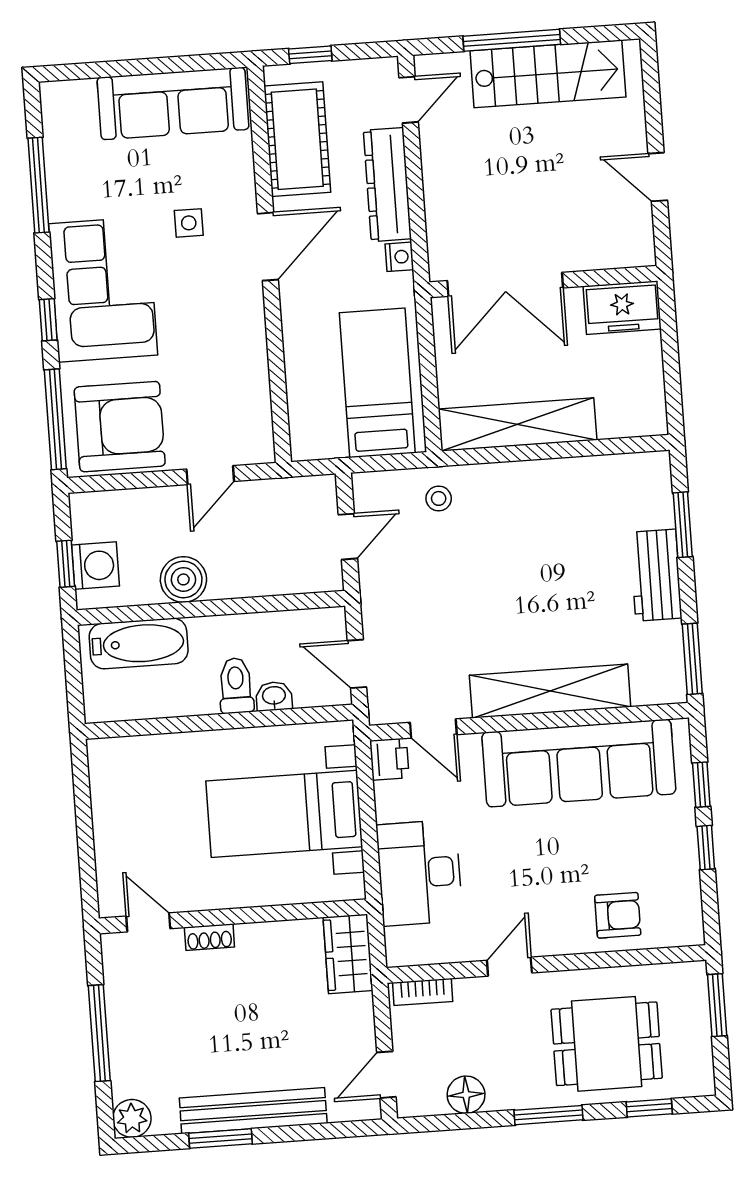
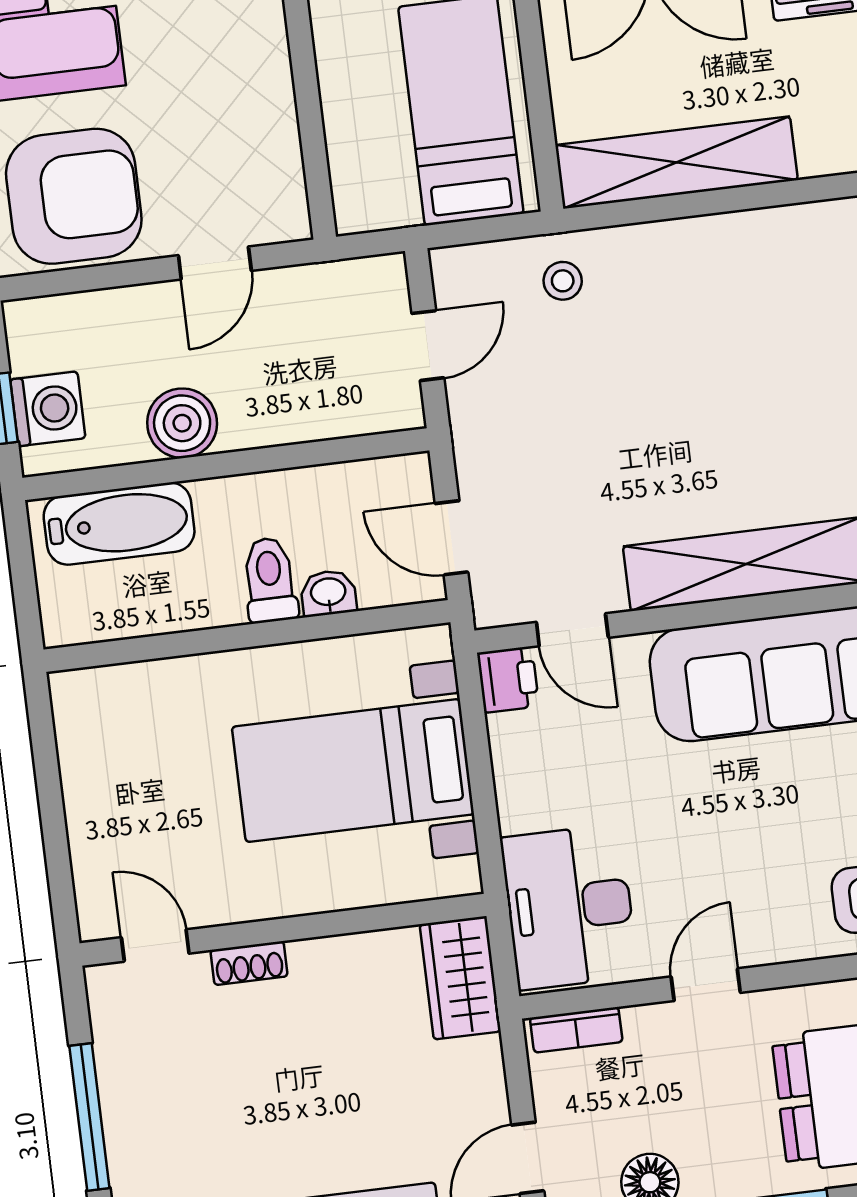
desk: (419, 873) -> (569, 907), moved

